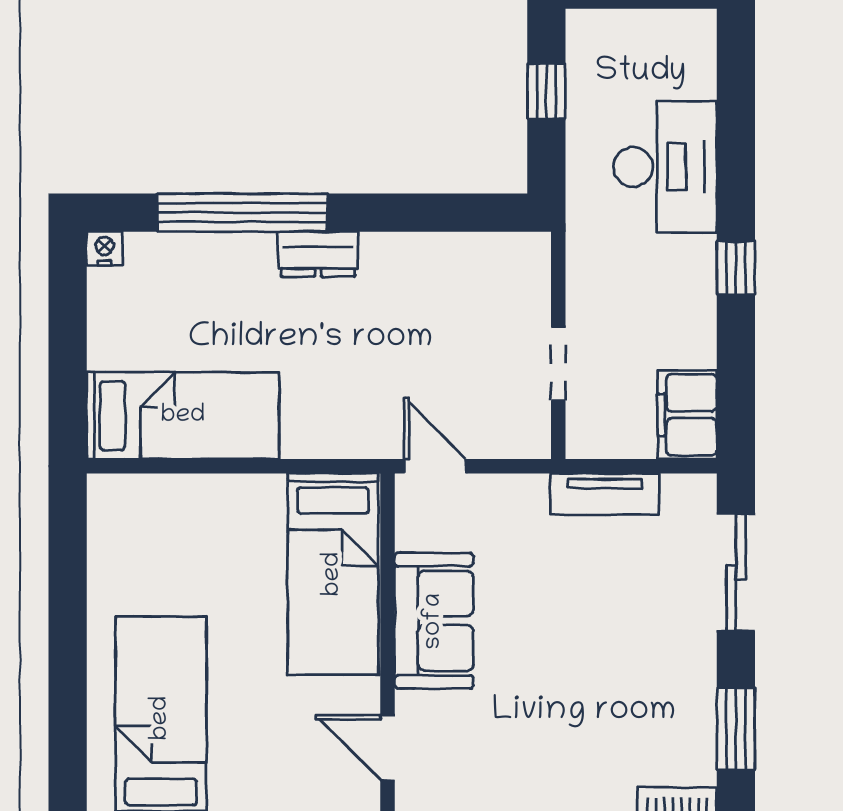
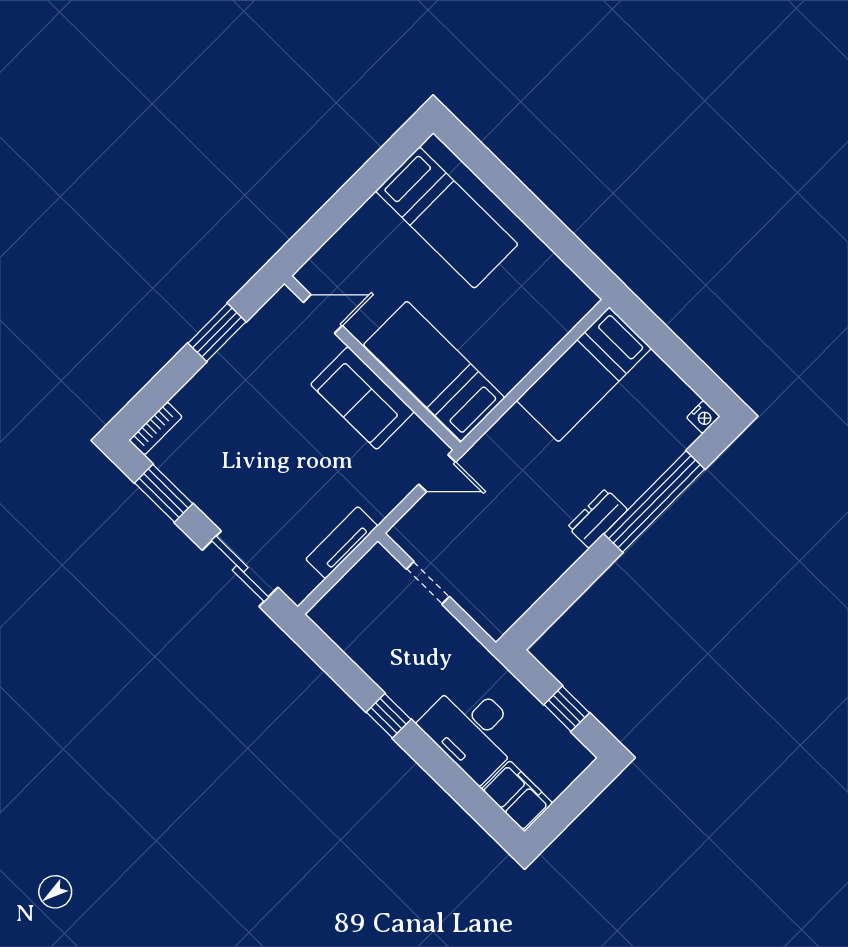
filing cabinet: (687, 415) -> (517, 796), moved

